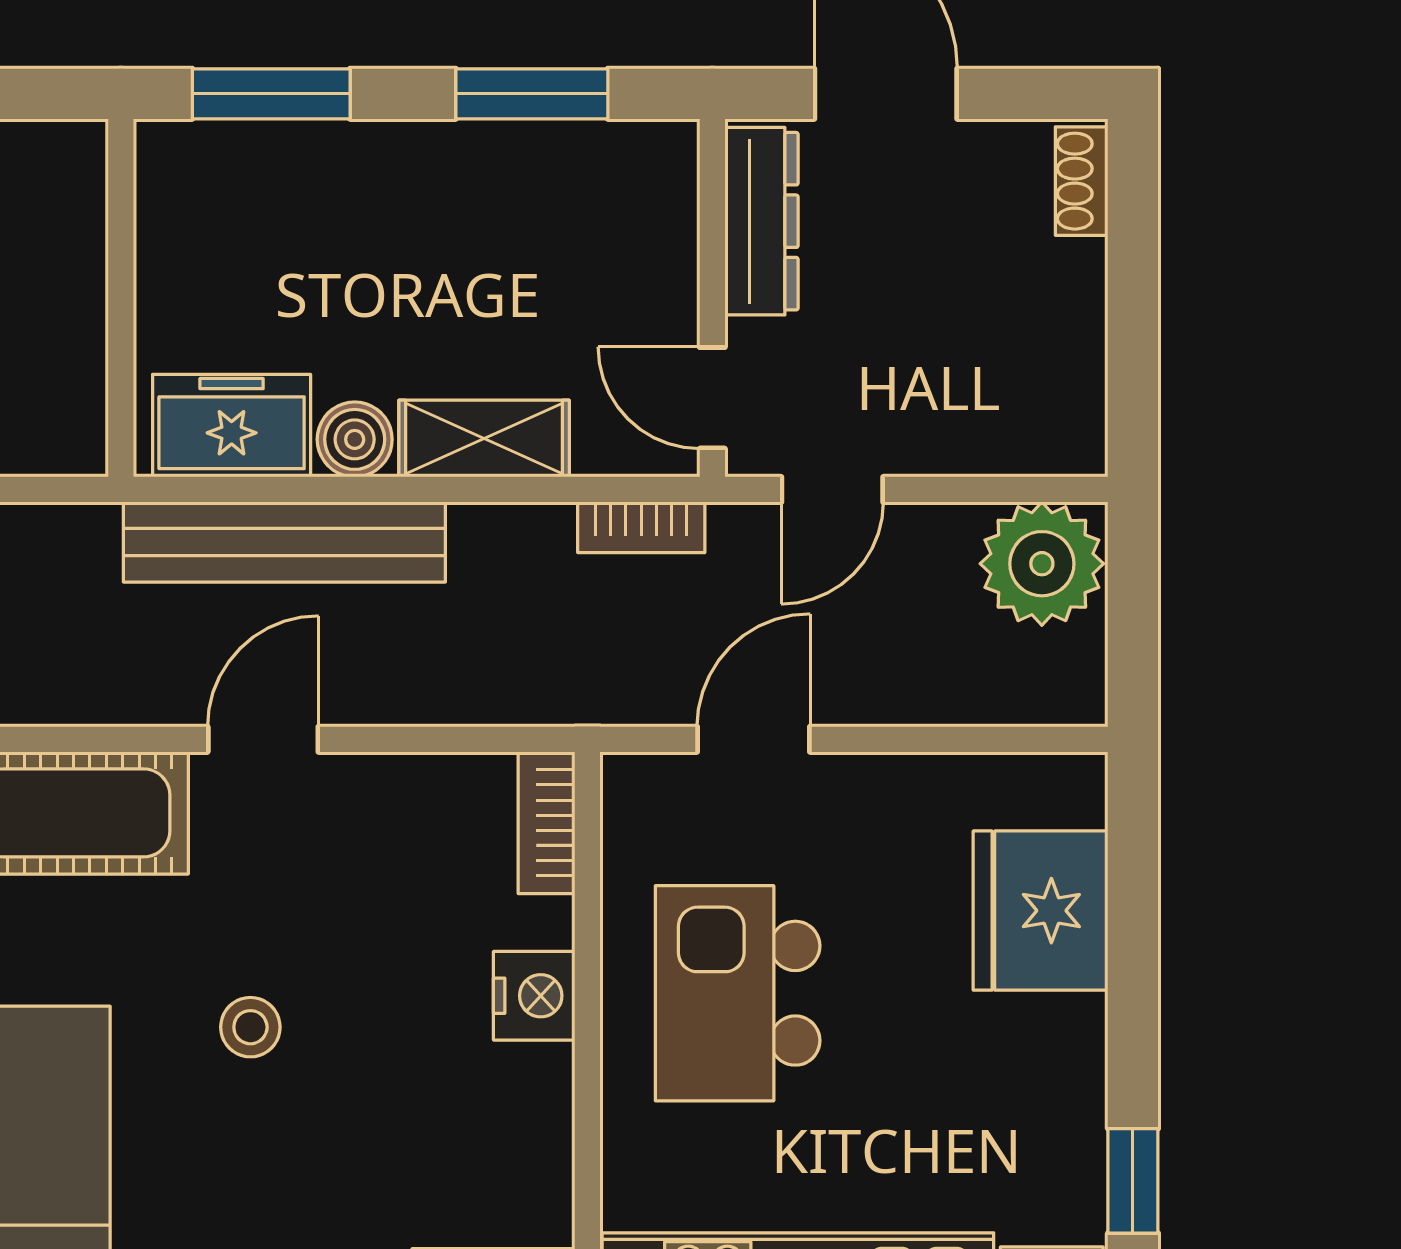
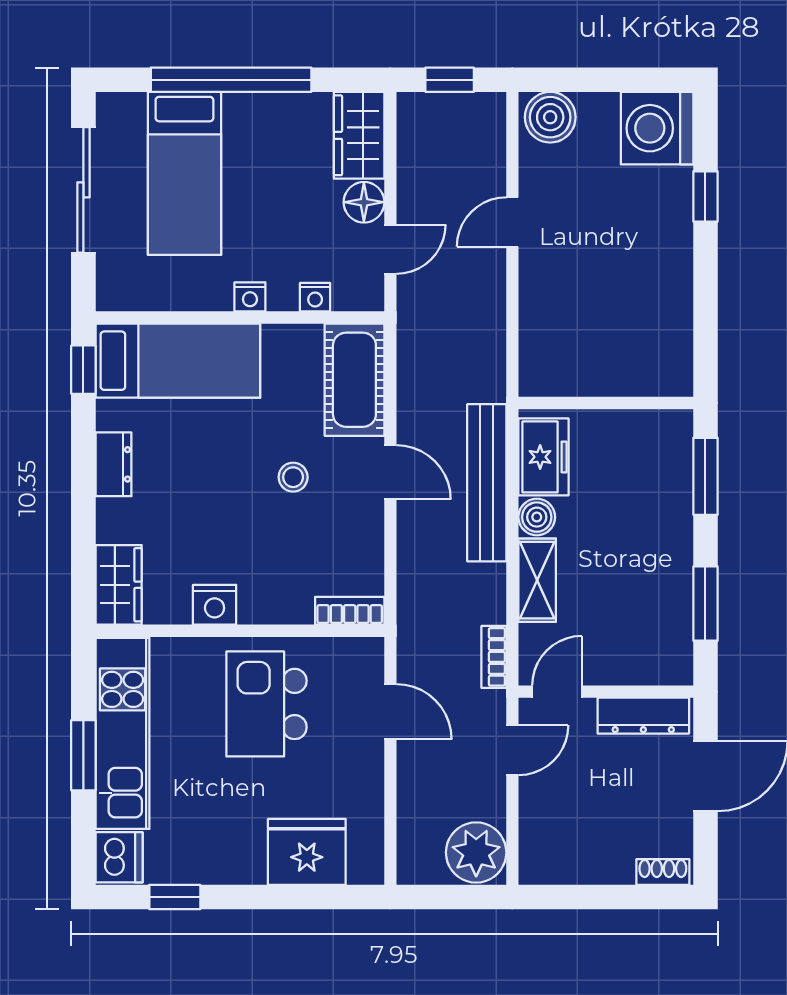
door: (832, 489) -> (512, 750), swing flipped
kitchen island: (738, 993) -> (266, 704), turned -90
nightstand: (534, 996) -> (215, 605), moved
stool: (250, 1027) -> (293, 477), moved

